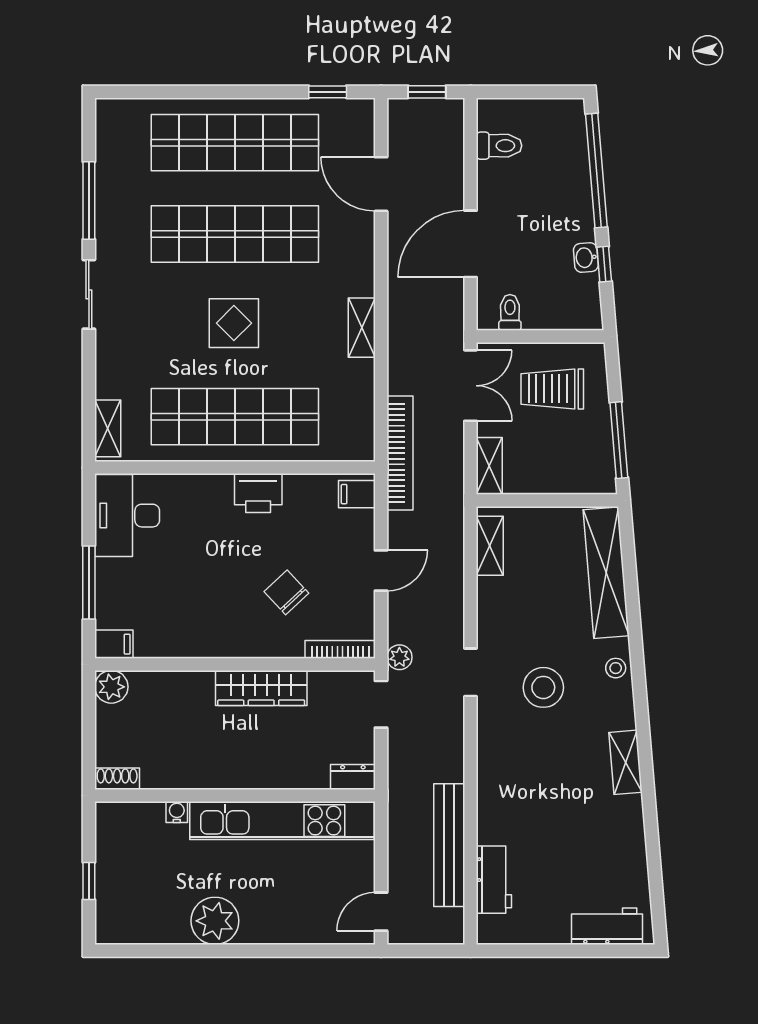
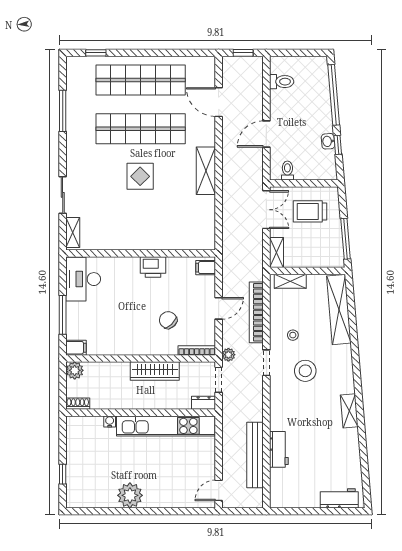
window: (328, 92) -> (96, 53), moved
door: (471, 244) -> (266, 134), width x0.73
sliding door: (89, 294) -> (63, 195), moved
shelving: (362, 328) -> (206, 171), width x1.50, depth x1.33
shop shelf: (235, 417) -> (141, 226), removed
bookcase: (400, 453) -> (256, 312), moved, turned 180
shelving: (490, 546) -> (290, 281), moved, turned 90
stool: (616, 668) -> (293, 335), moved
dresser: (353, 777) -> (204, 403), moved
shoe rack: (117, 779) -> (78, 404), moved
wall: (235, 796) -> (141, 413), moved
water cooler: (177, 812) -> (110, 421), moved
kitchen unit: (282, 821) -> (166, 426), moved
workbench: (494, 880) -> (279, 449), moved

